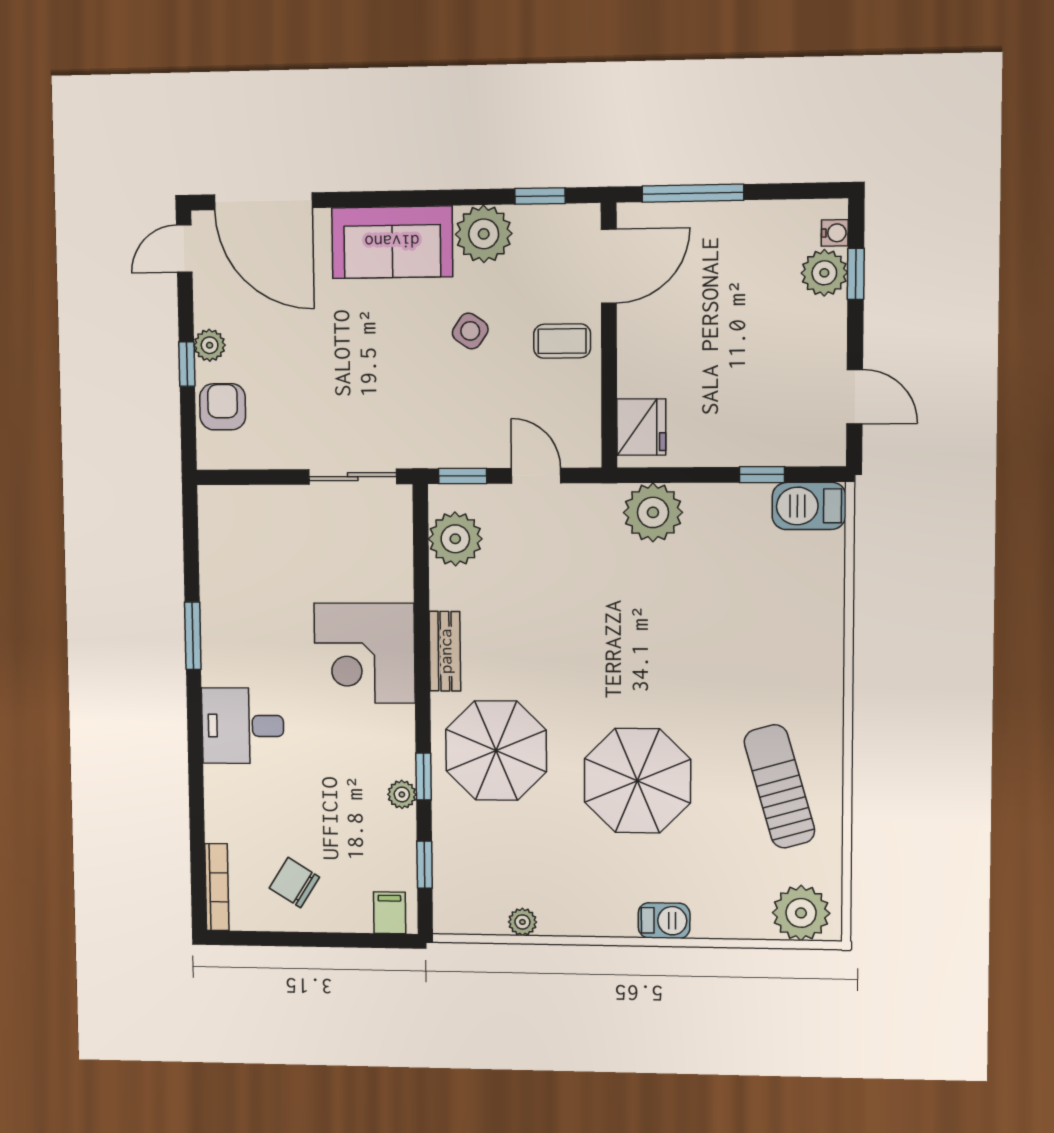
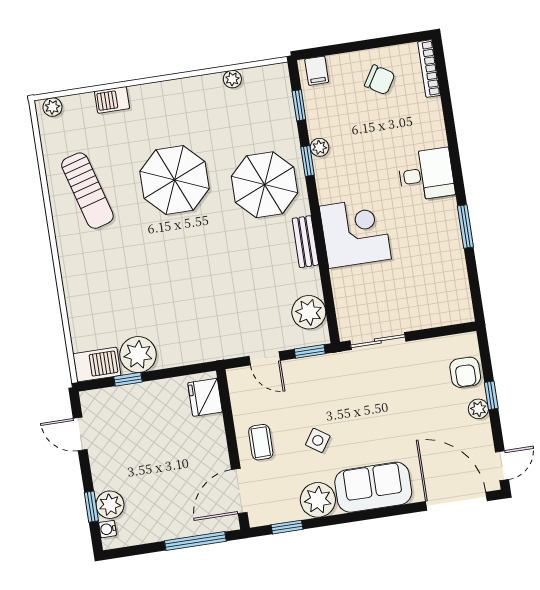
coffee table: (562, 341) -> (261, 442), turned 90
plant: (653, 512) -> (138, 355), moved
plant: (801, 913) -> (52, 107), width x0.53, depth x0.53
barbecue: (664, 921) -> (112, 100), moved

